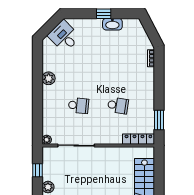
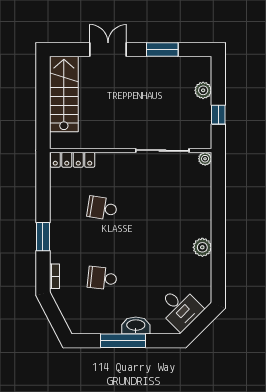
window: (104, 14) -> (123, 341), width x2.17
washbasin: (112, 24) -> (136, 326), moved
school desk: (79, 106) -> (102, 278), moved
window: (159, 120) -> (43, 237), moved

